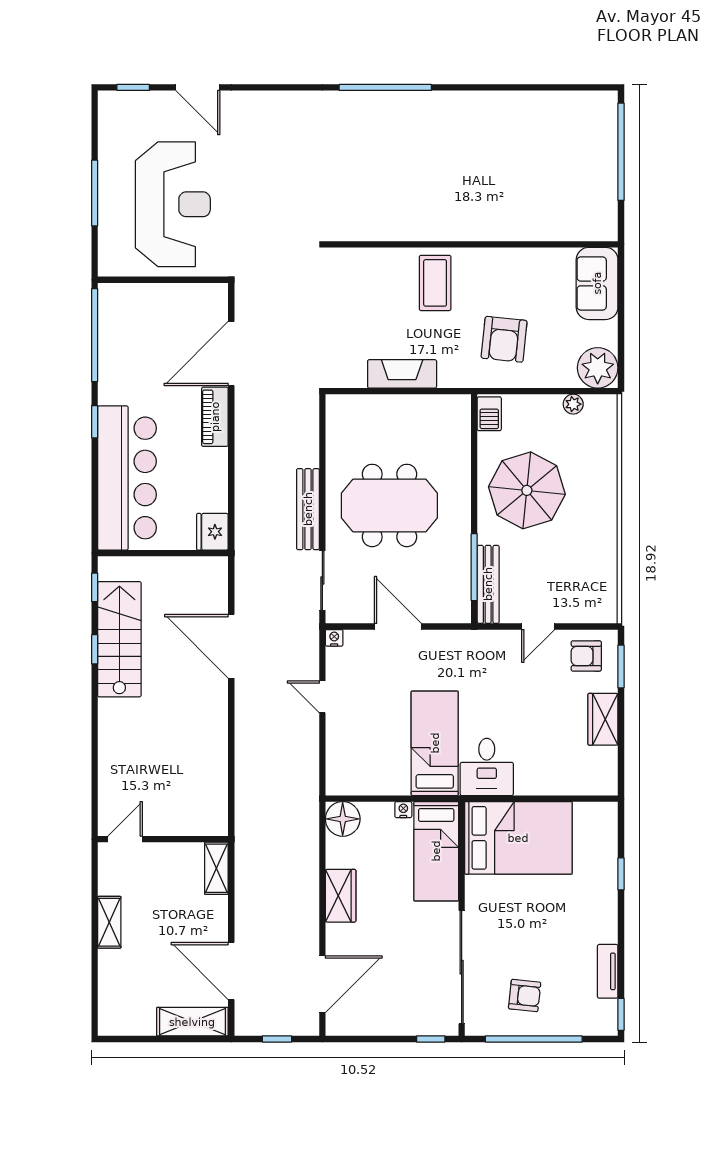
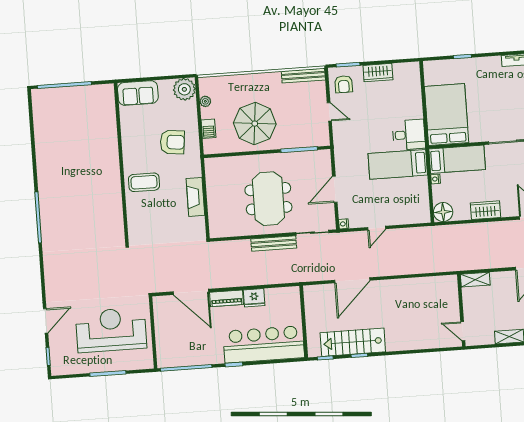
barbecue: (489, 414) -> (208, 129), moved, turned 90
fridge: (212, 532) -> (254, 298), moved
bench: (488, 584) -> (303, 76), moved

